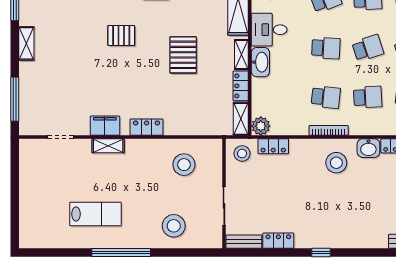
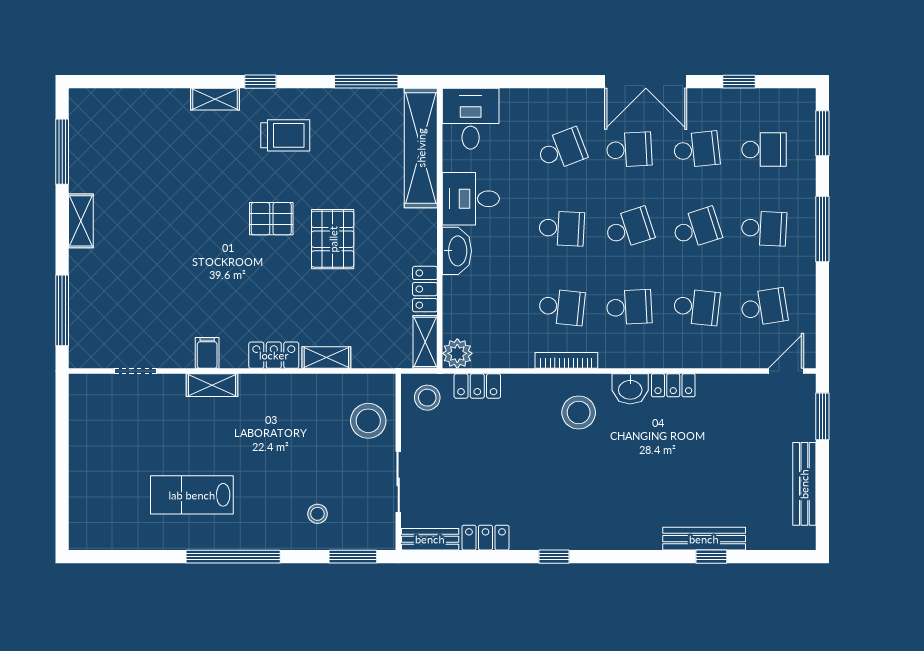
pallet: (121, 35) -> (271, 219), moved
shelving: (241, 55) -> (326, 358), moved, turned 90
filing cabinet: (105, 126) -> (207, 353), width x0.50
stool: (184, 165) -> (368, 421), moved
lab bench: (95, 214) -> (192, 495), turned 180
stool: (174, 226) -> (317, 514), width x0.53, depth x0.53
window: (196, 252) -> (353, 557), added

